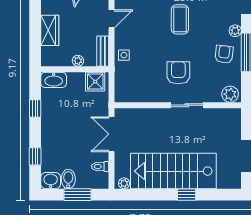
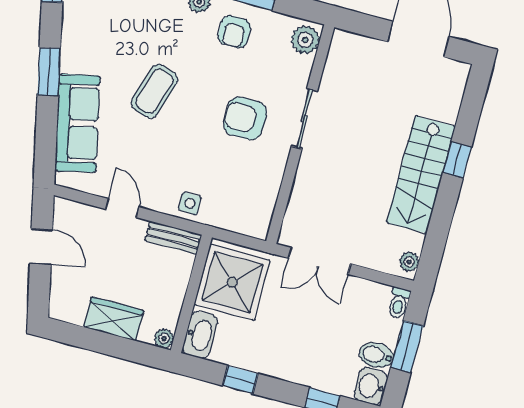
coffee table: (180, 19) -> (154, 91), turned -73
armchair: (224, 54) -> (234, 32), turned -97
plant: (78, 61) -> (164, 338), moved
shower: (95, 82) -> (232, 282), width x1.86, depth x1.86
toilet: (100, 167) -> (399, 303), moved
stairs: (173, 171) -> (421, 175), width x0.73, depth x0.66

